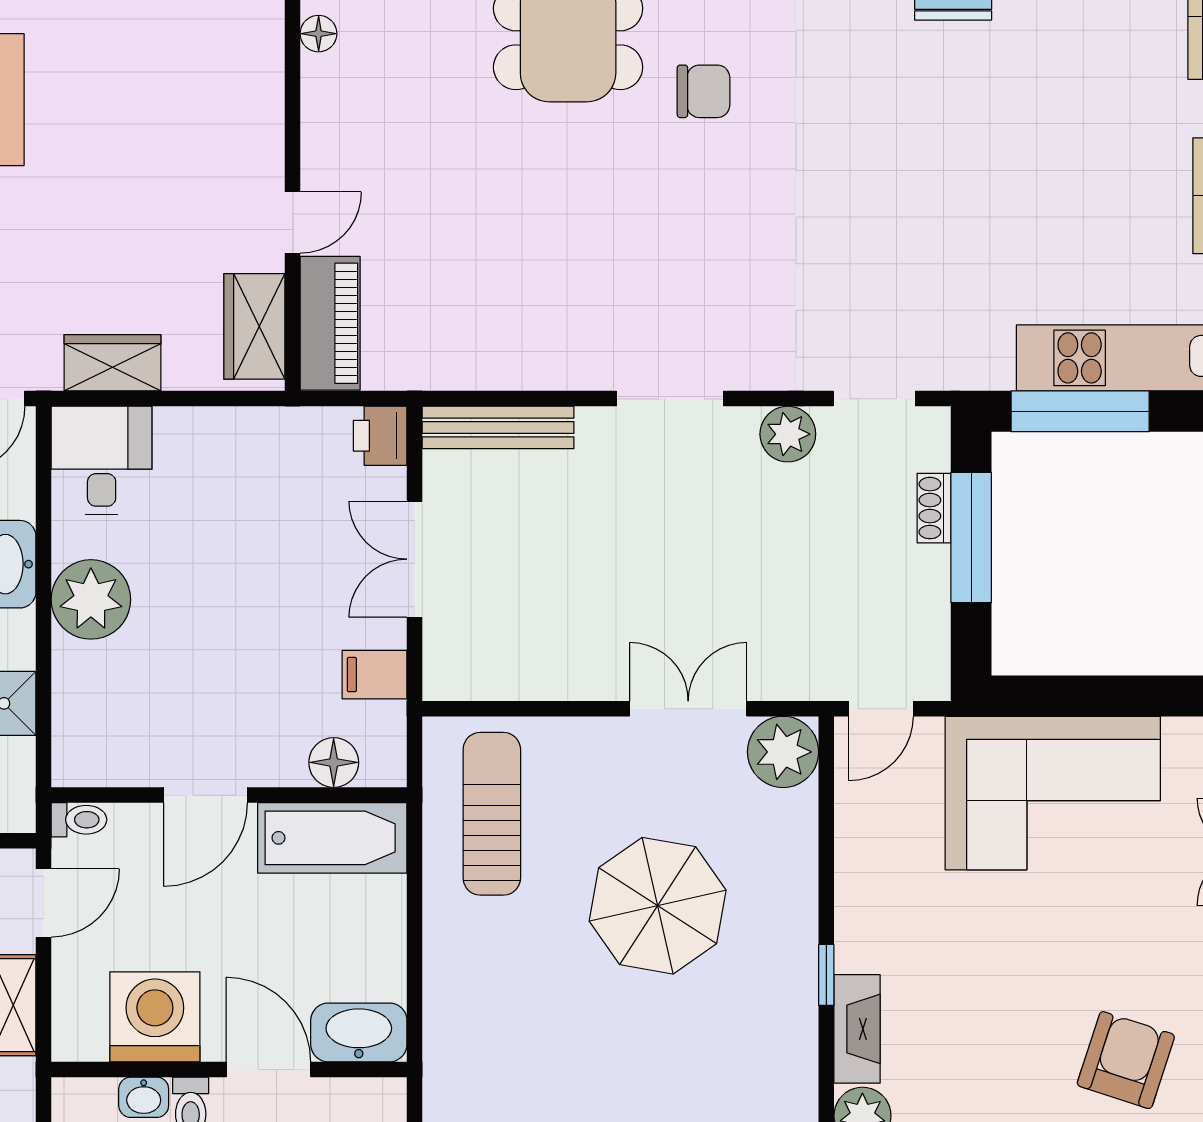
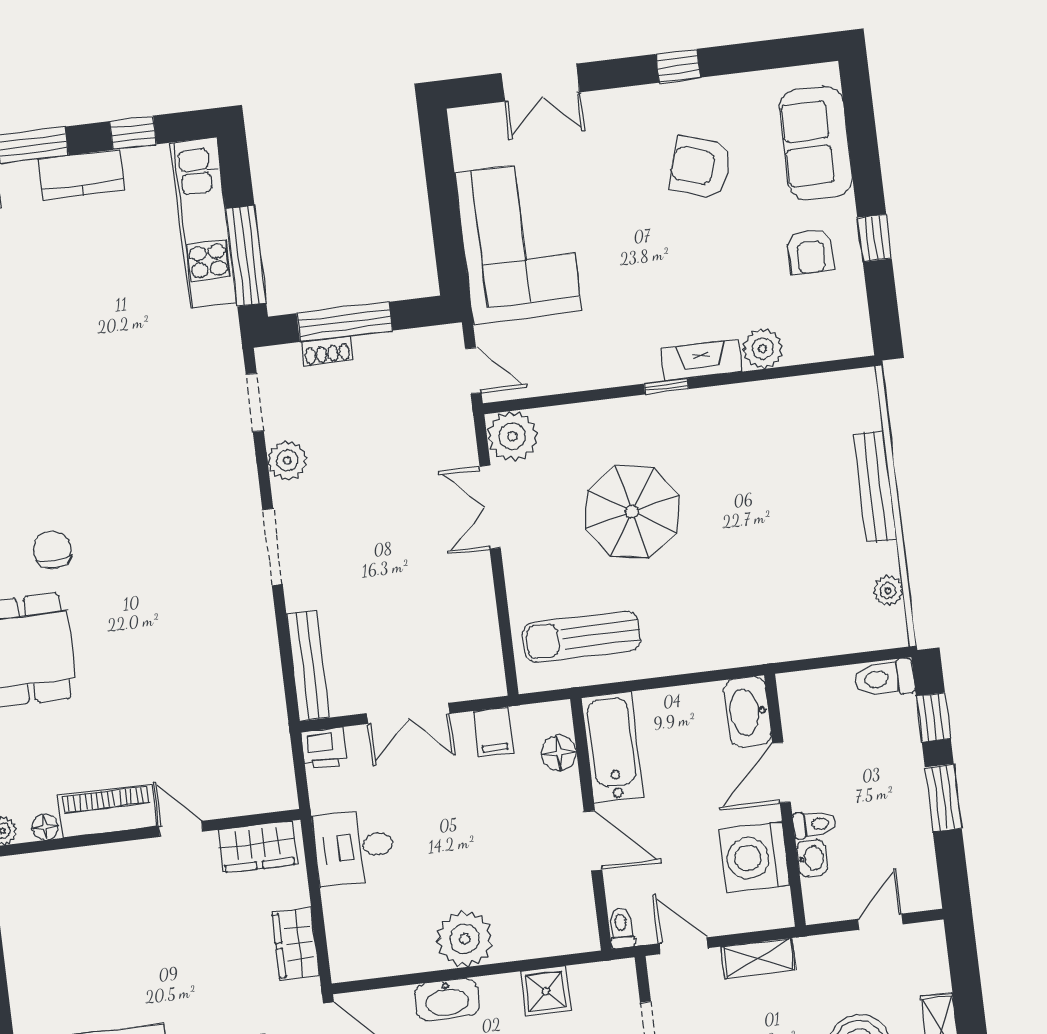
piano: (330, 323) -> (107, 811), moved
desk: (102, 461) -> (354, 847), moved

